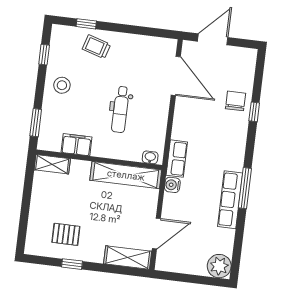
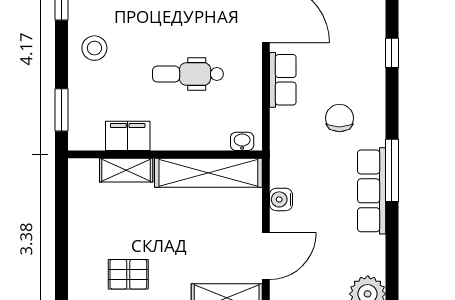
chair: (235, 101) -> (339, 118), moved
dental chair: (120, 109) -> (188, 74), turned 90
row of seats: (177, 159) -> (283, 80), moved
shelving: (52, 164) -> (126, 170), moved
water cooler: (172, 185) -> (281, 199), moved

